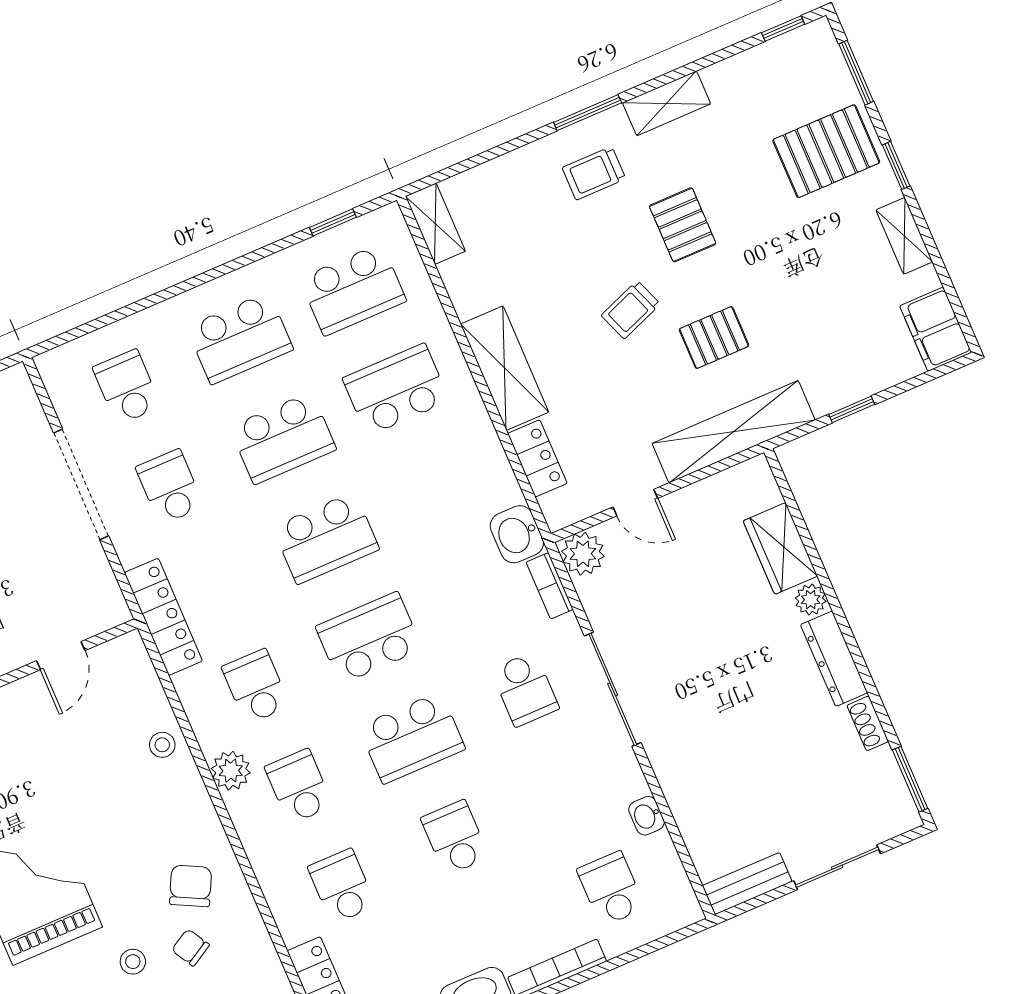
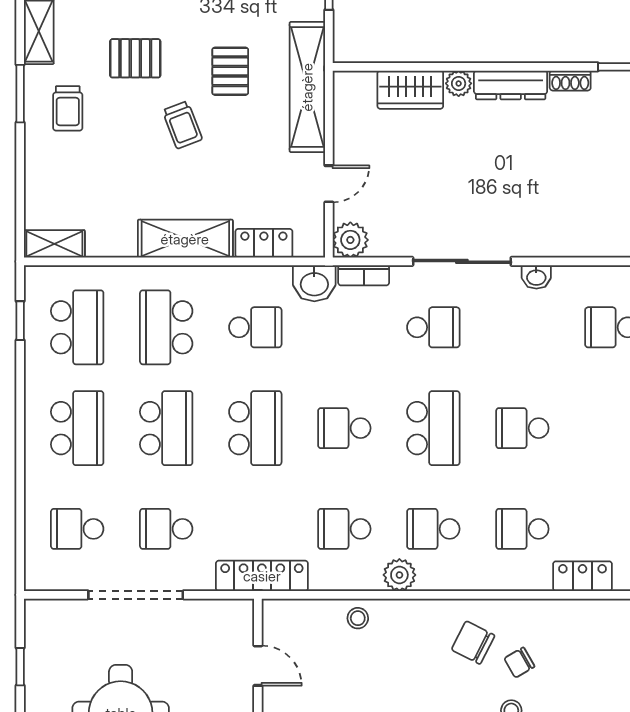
school desk: (439, 489) -> (255, 327), added
school desk: (369, 638) -> (344, 428), width x0.54
washbasin: (647, 816) -> (536, 277), moved

